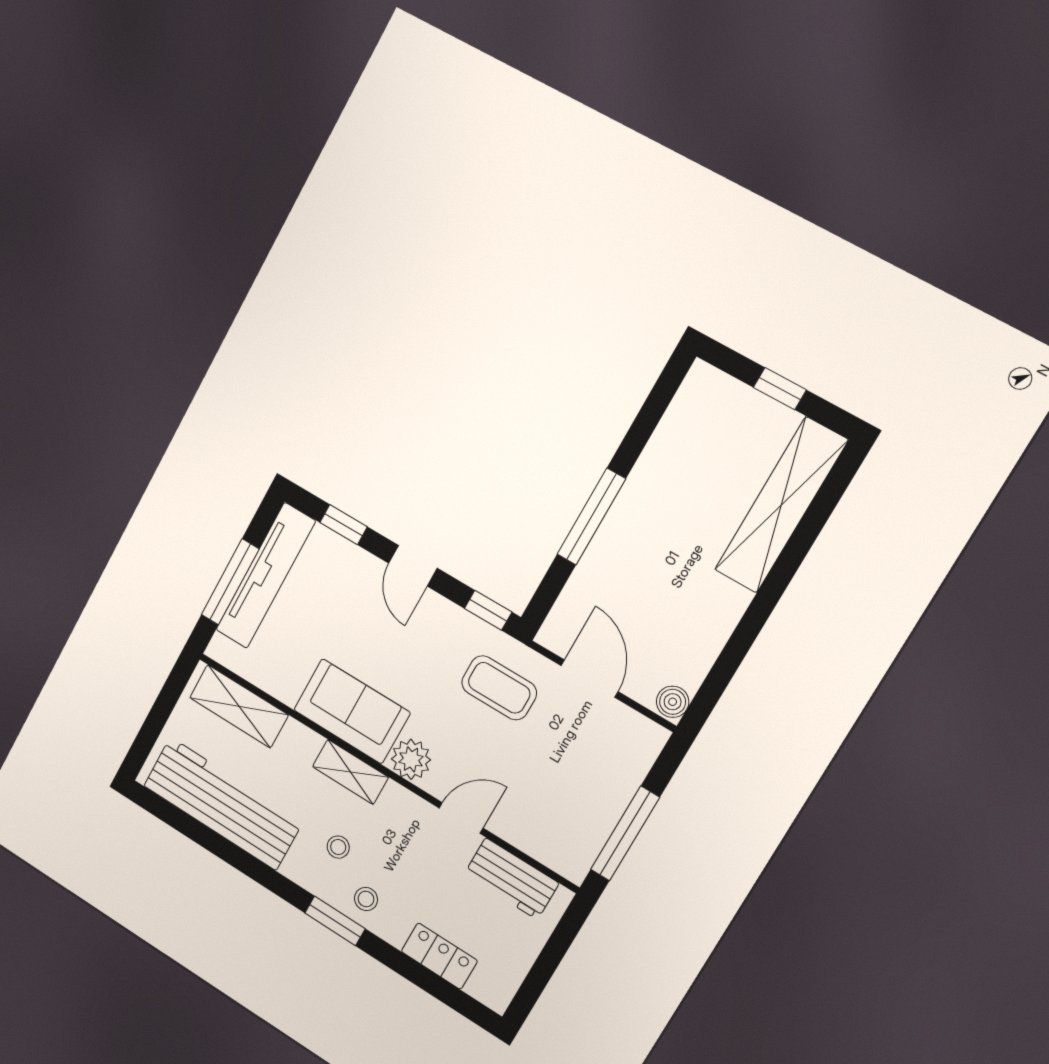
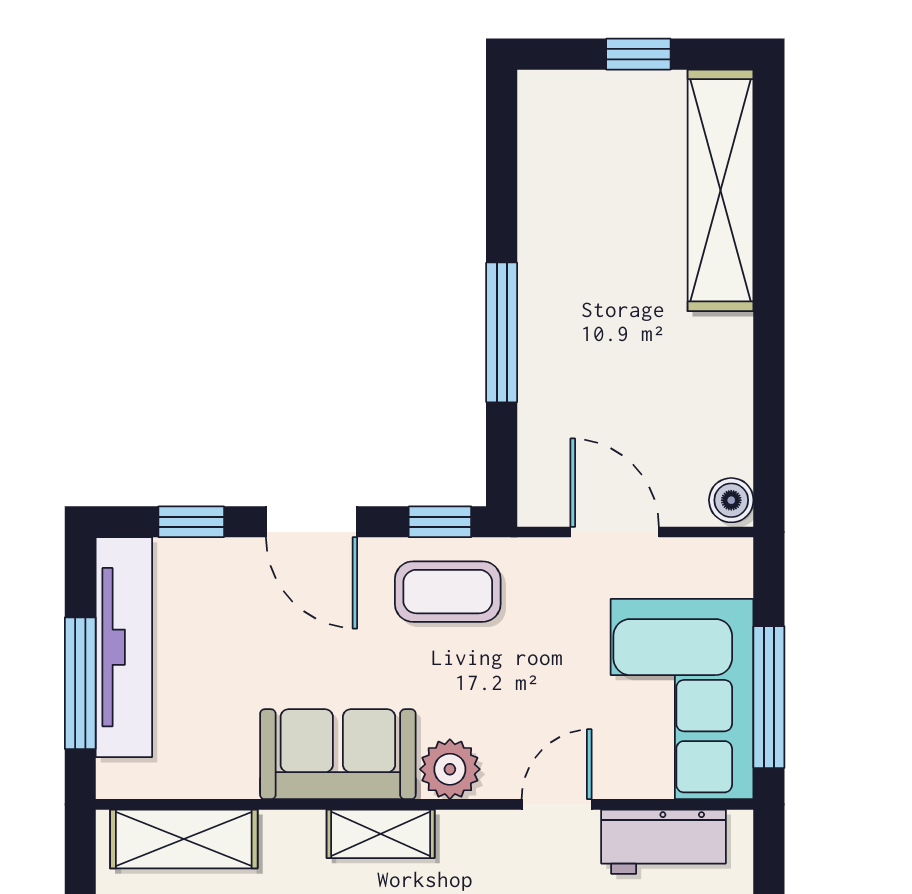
door: (413, 566) -> (312, 522), width x1.38
coffee table: (499, 688) -> (448, 592), moved
corner sofa: (572, 803) -> (682, 699), added

